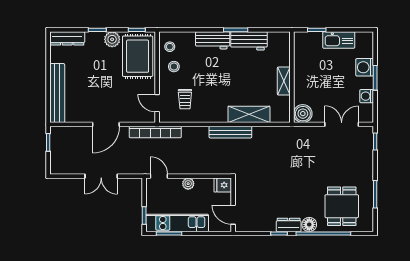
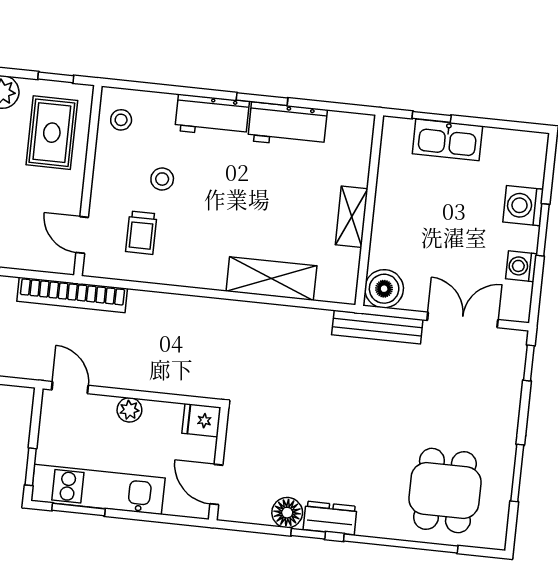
kitchen sink: (339, 40) -> (447, 140), moved
rug: (138, 56) -> (52, 133), width x0.73, depth x0.70
stool: (174, 67) -> (162, 179), moved
bench: (230, 132) -> (377, 327), moved
floor lamp: (309, 225) -> (287, 513), moved

